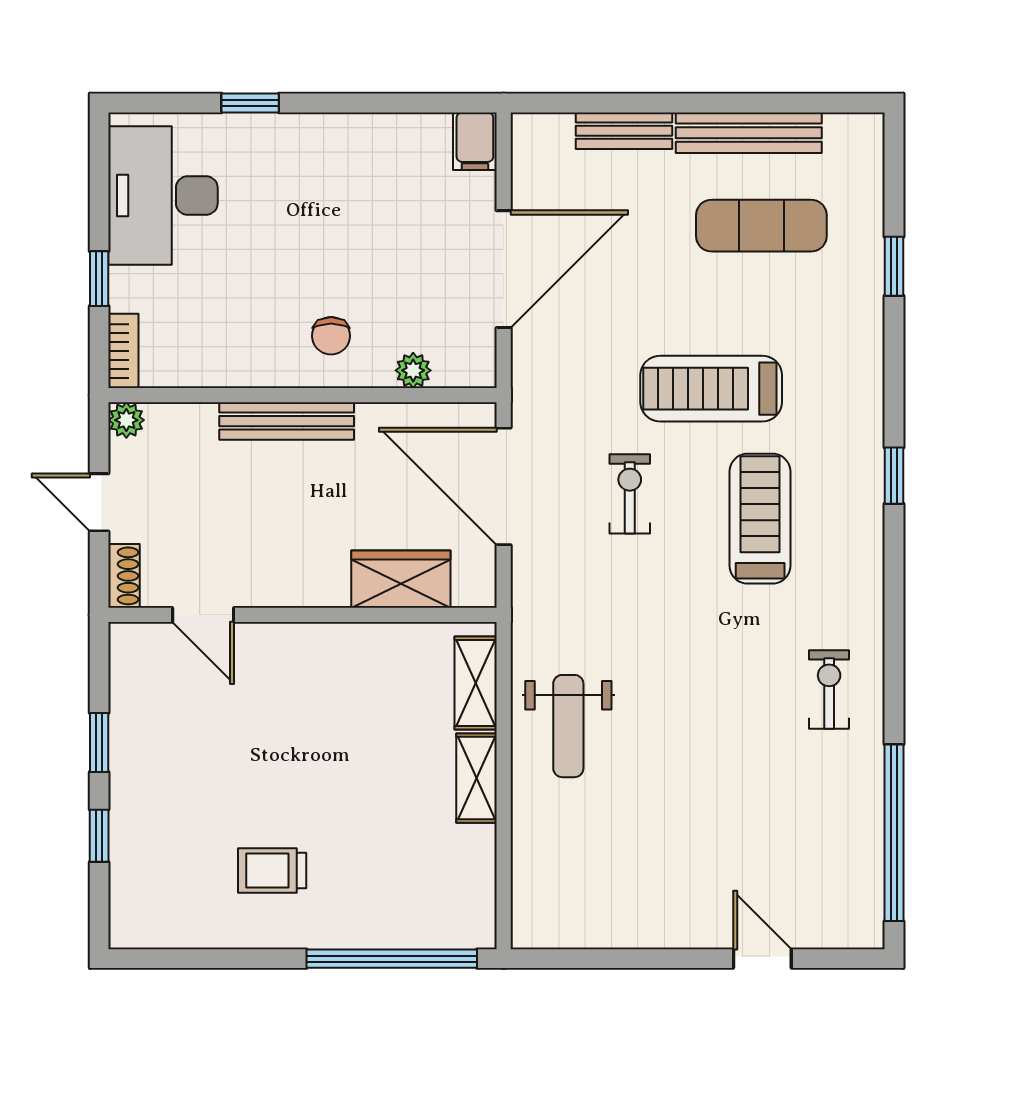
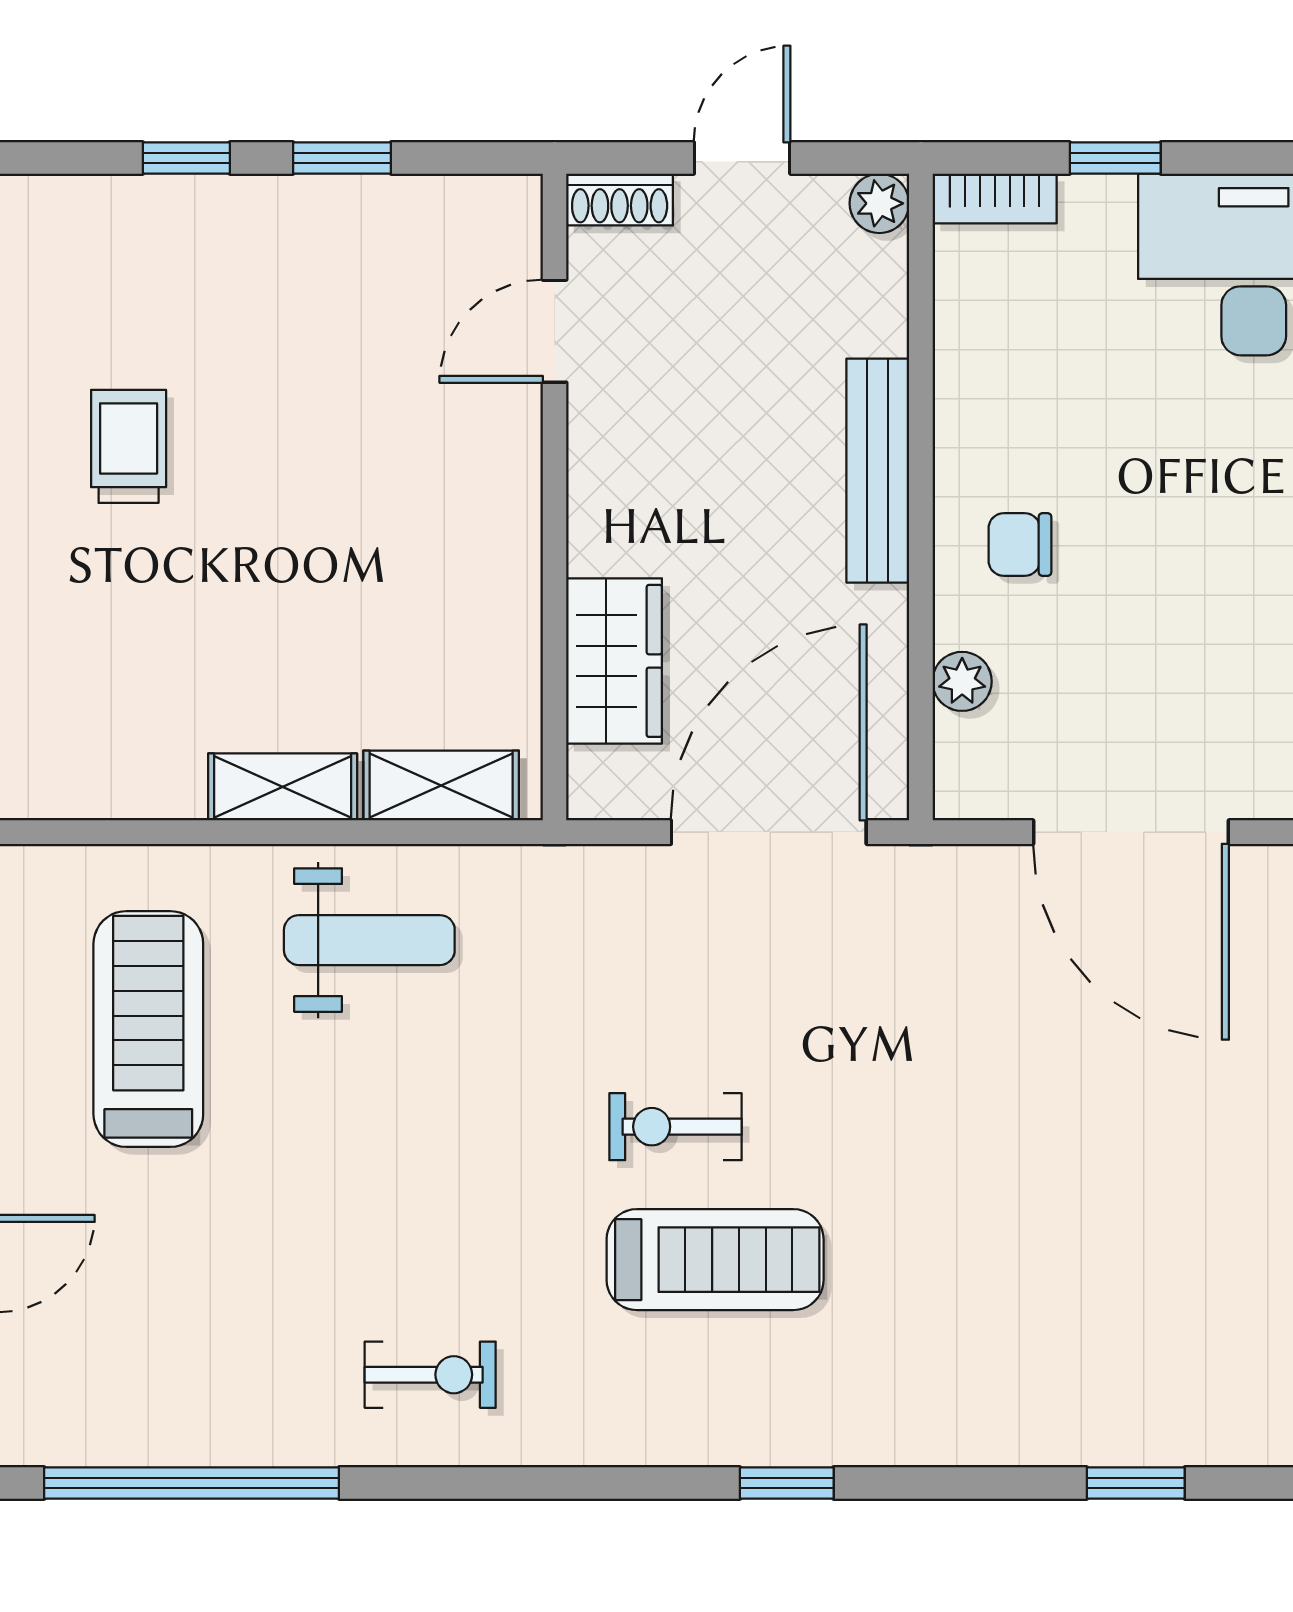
exercise mat: (761, 226) -> (1204, 1262), removed
treadmill: (711, 389) -> (148, 1029), moved
exercise bike: (630, 494) -> (675, 1127), moved, turned 180
weight bench: (568, 726) -> (369, 940), turned 180

